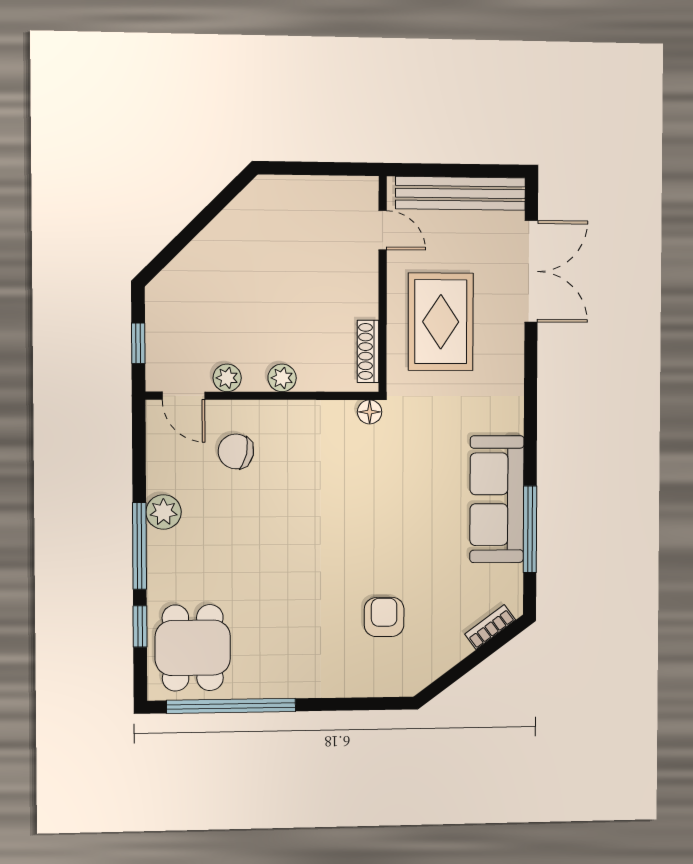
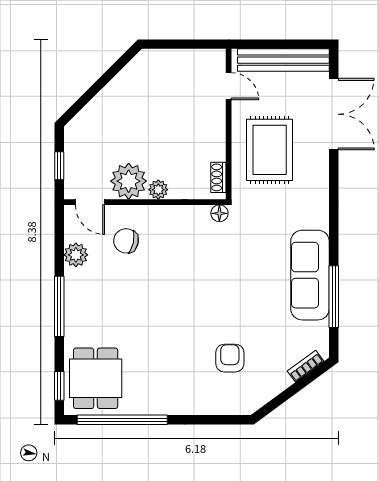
shoe rack: (368, 351) -> (218, 177), width x0.70
plant: (227, 378) -> (129, 181), width x1.88, depth x1.88
plant: (164, 512) -> (76, 255), moved
window: (140, 626) -> (59, 386), moved

